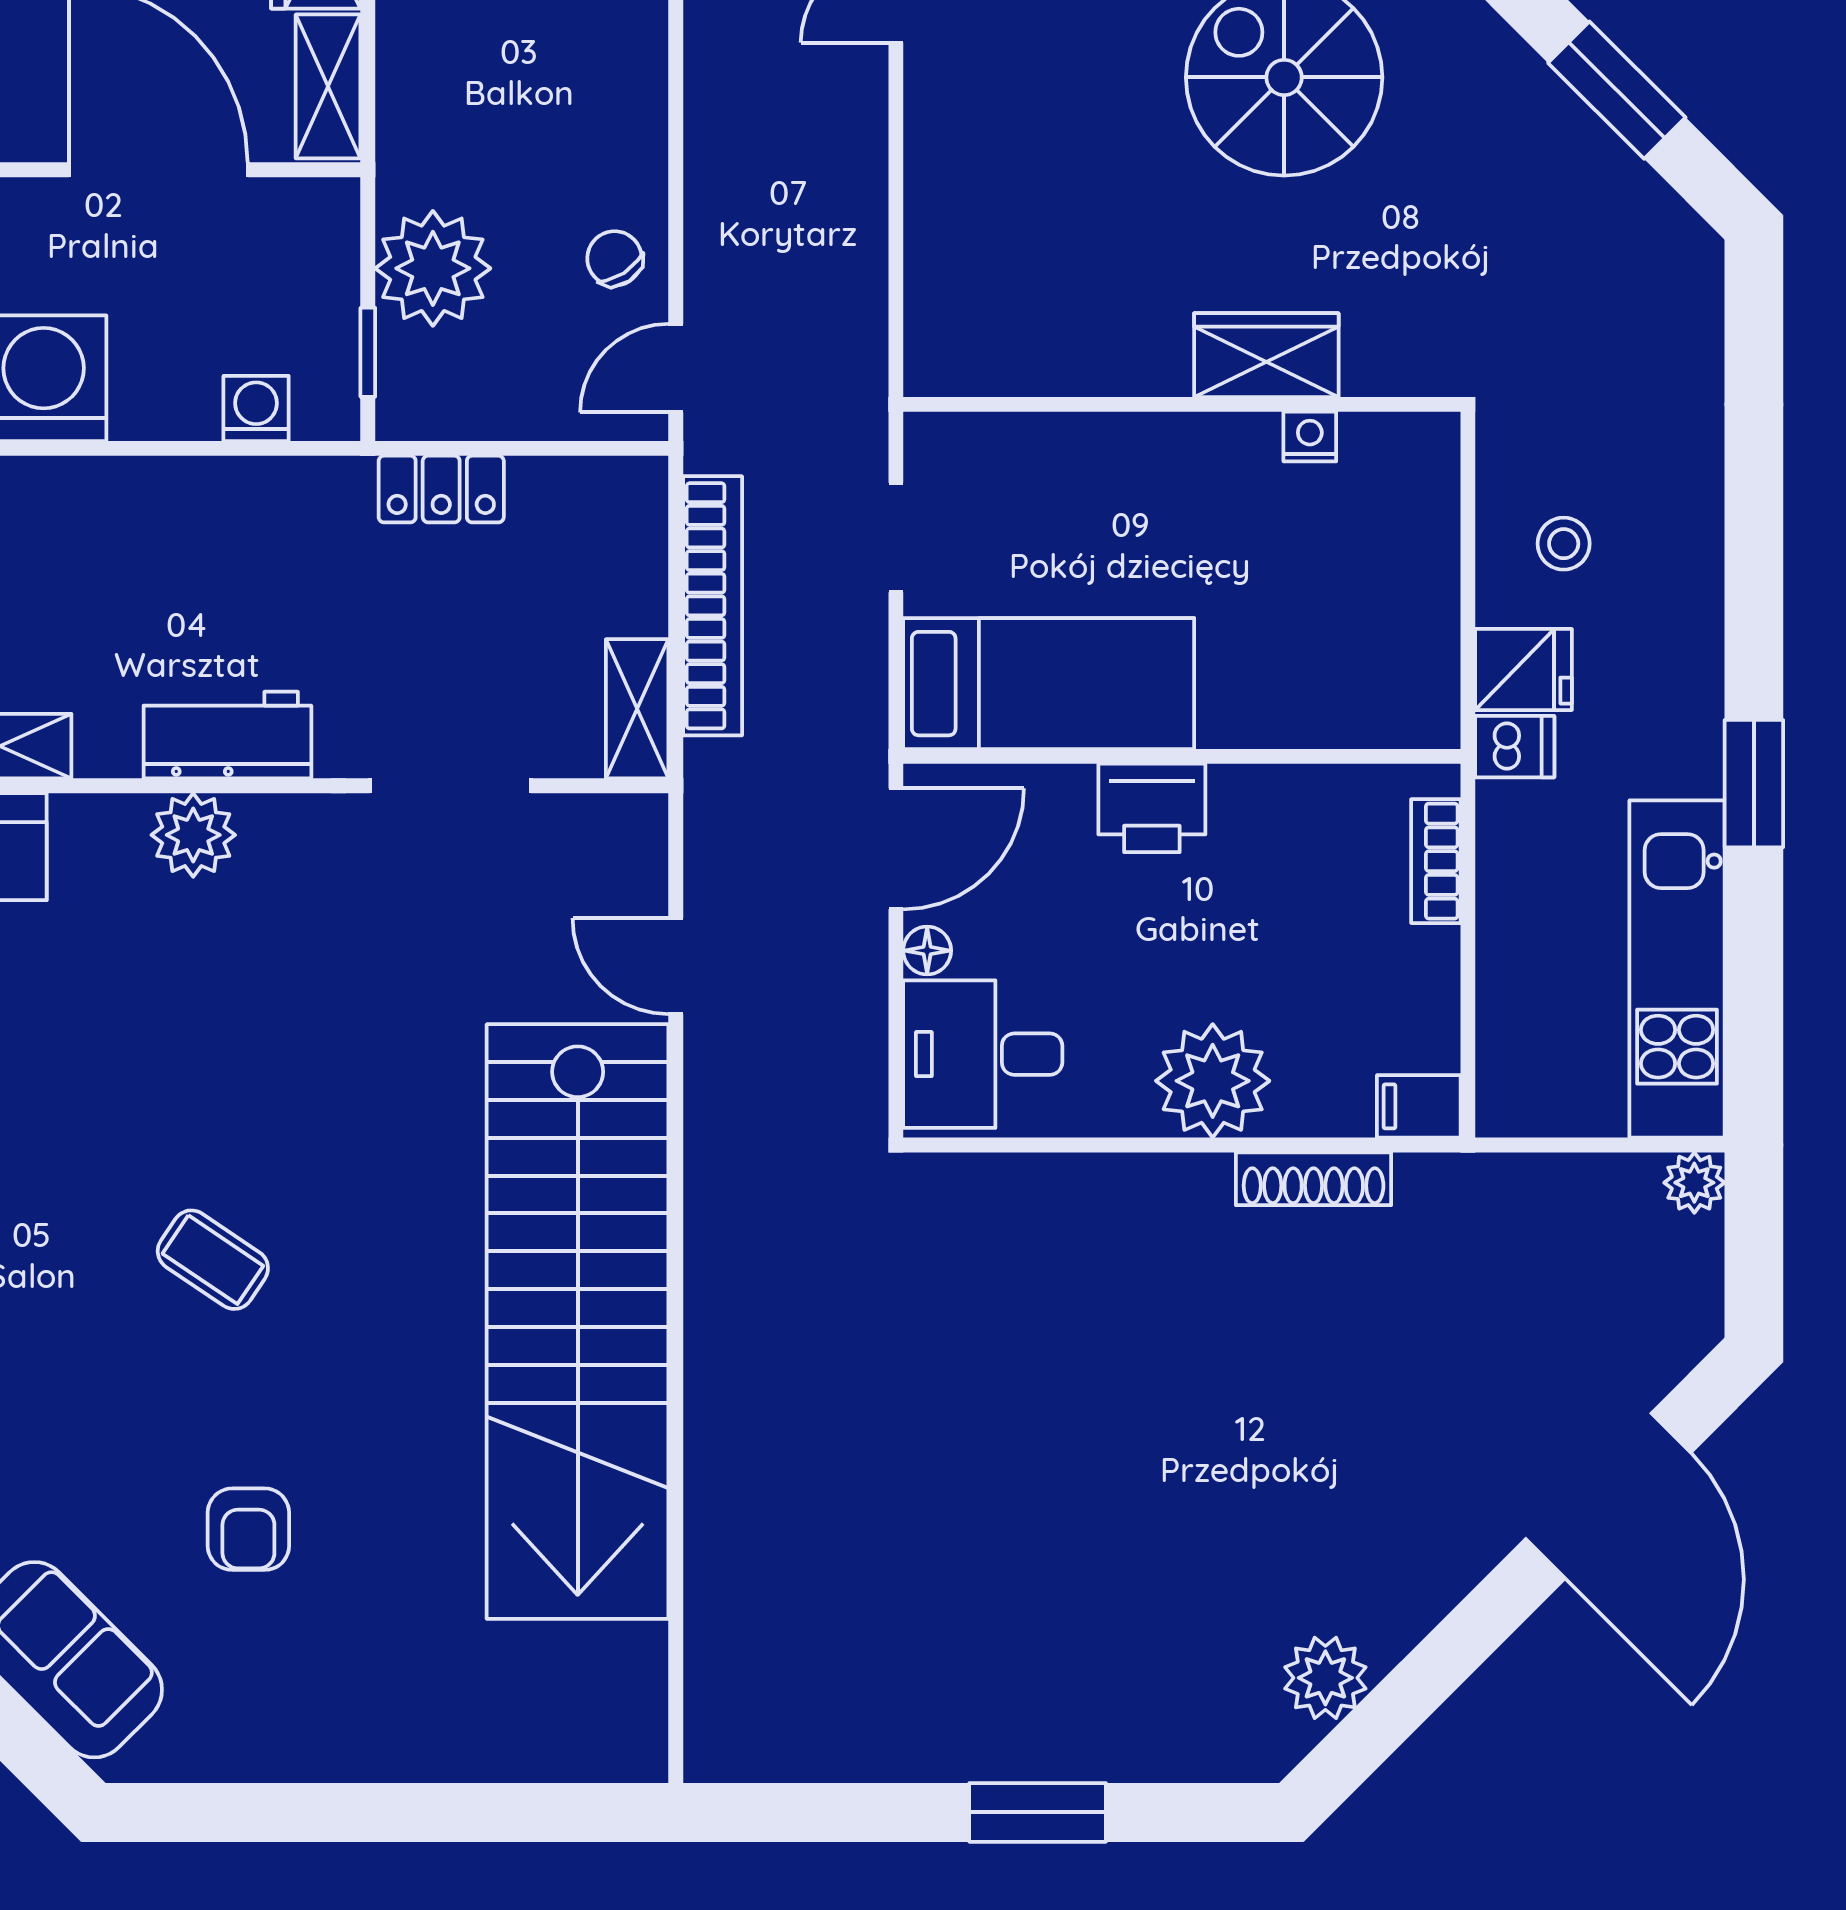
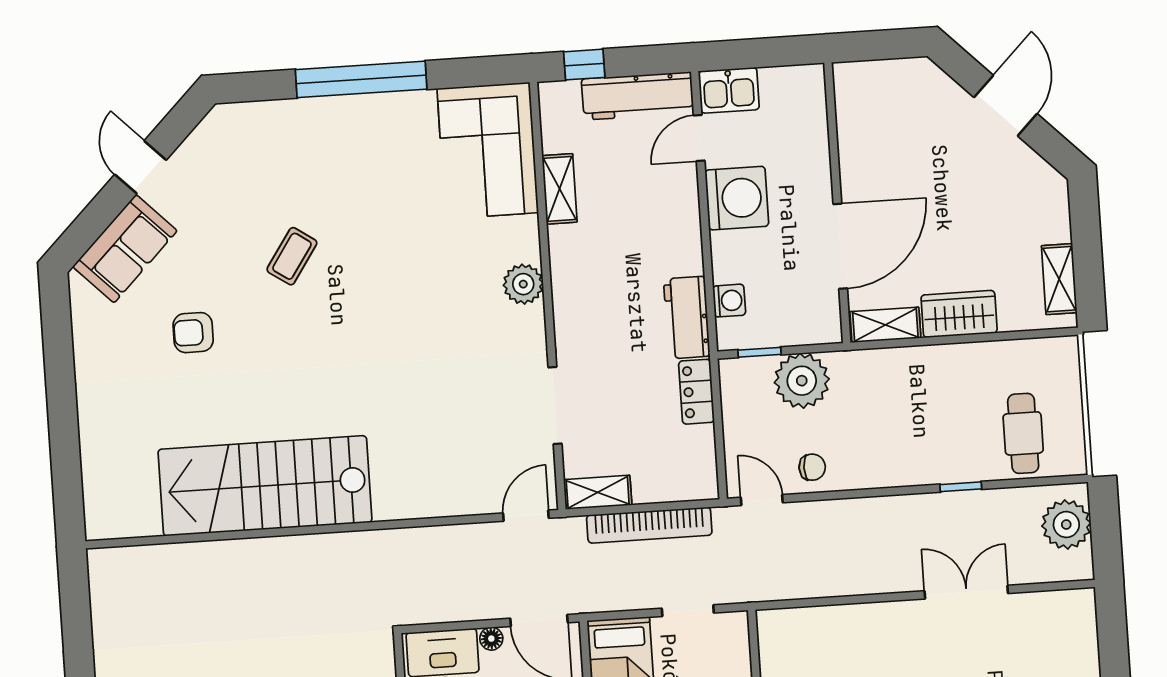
chair: (615, 258) -> (812, 467), turned 33
workbench: (227, 735) -> (687, 317), moved, turned 180
door: (676, 966) -> (526, 516), moved
coffee table: (213, 1260) -> (292, 256), moved
stairs: (578, 1322) -> (265, 486), width x0.73

